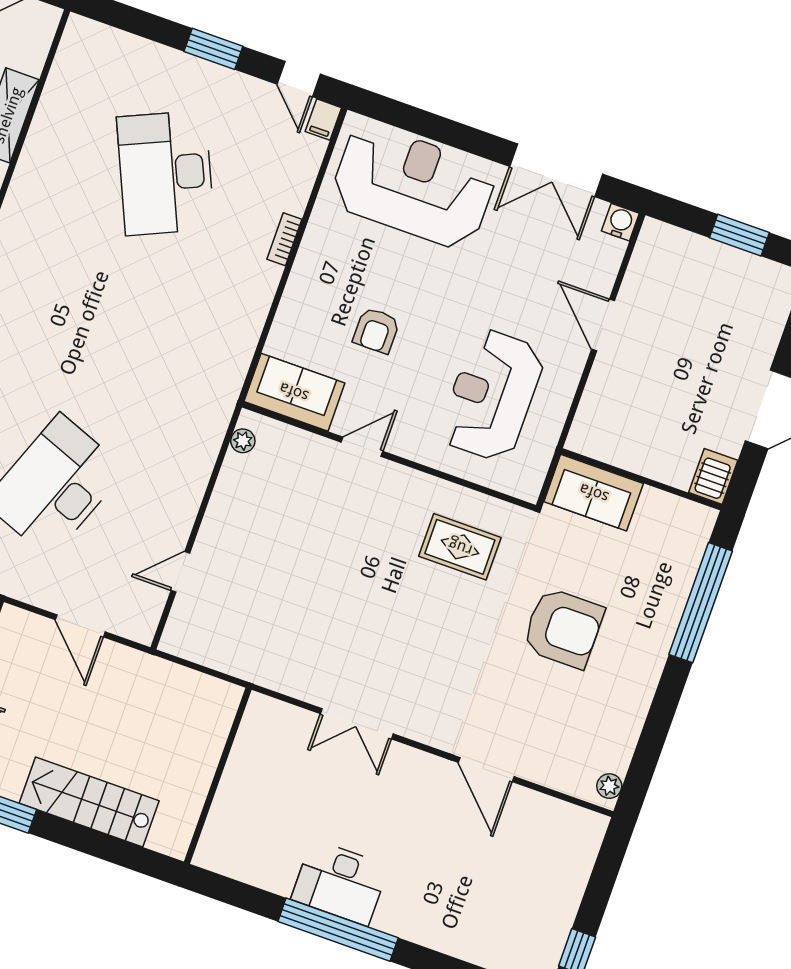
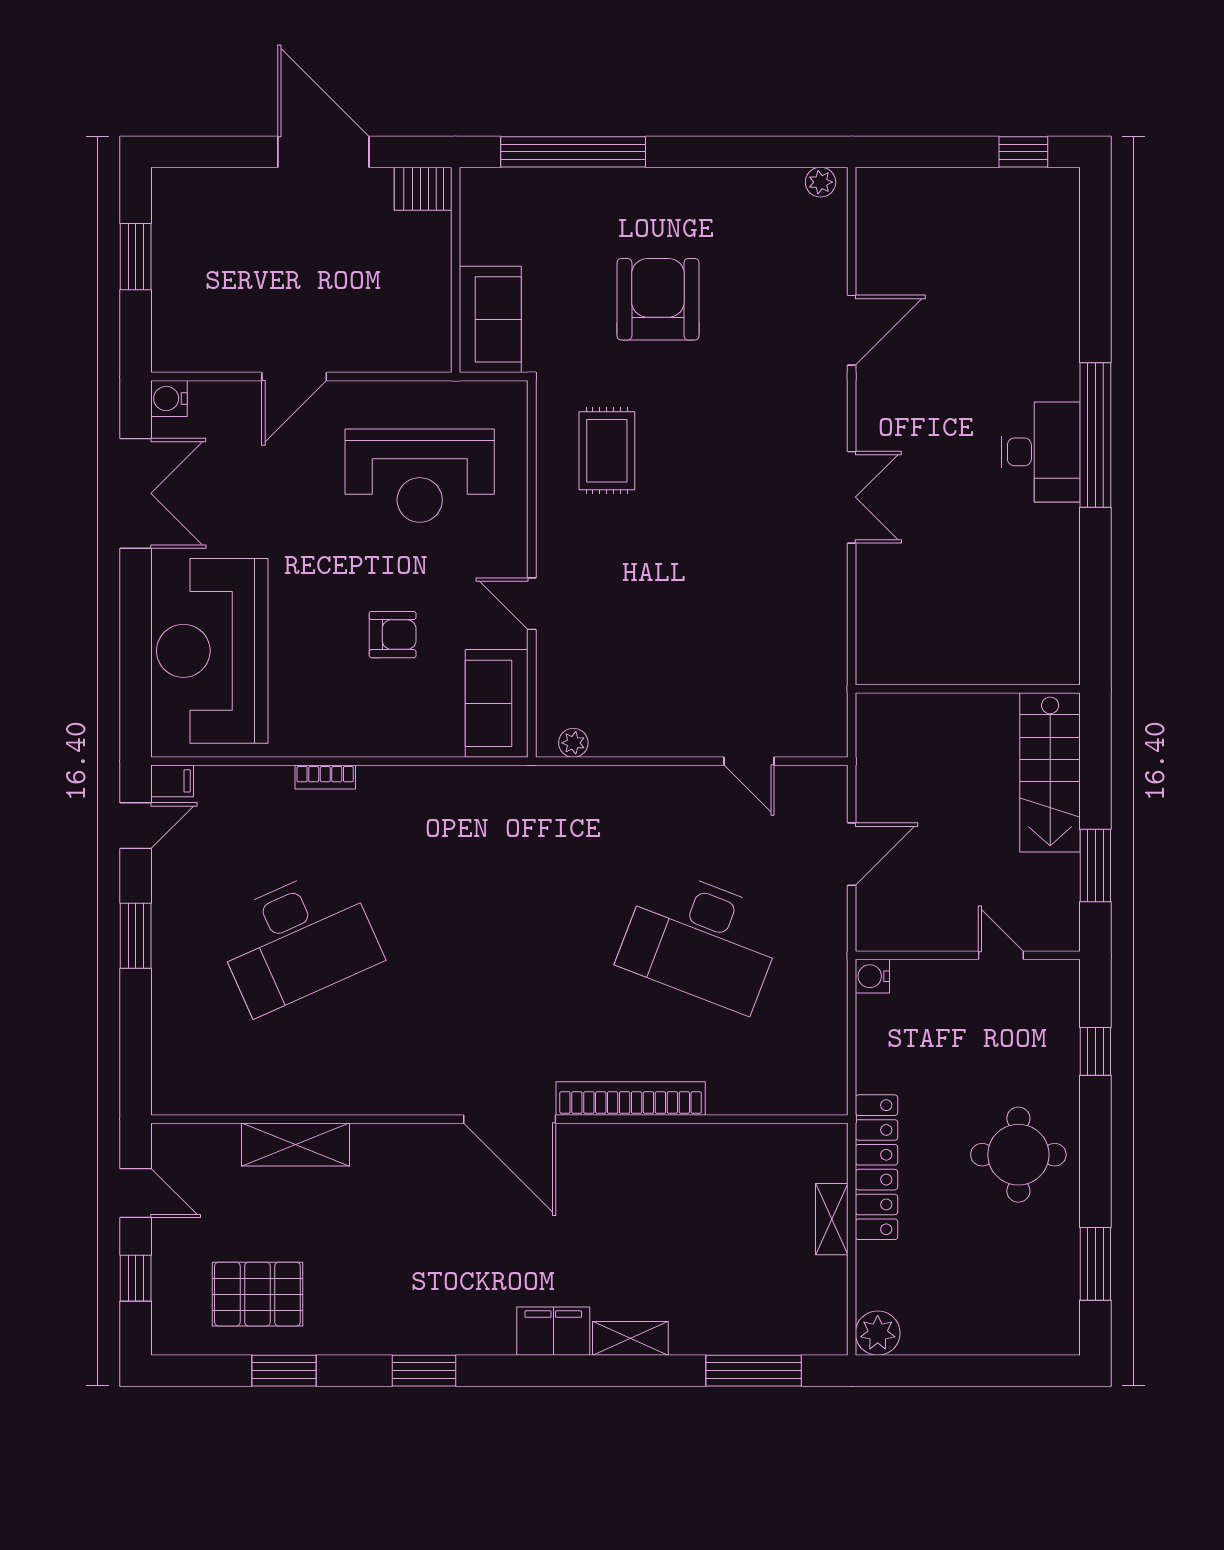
wall: (218, 776) -> (968, 689), moved

